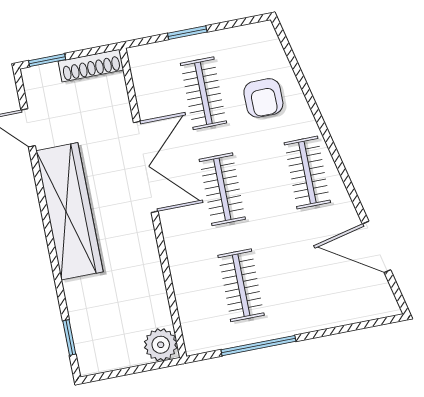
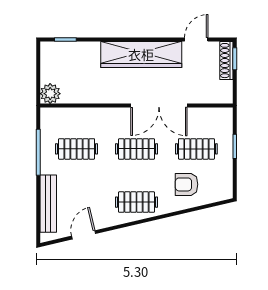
shoe rack: (91, 66) -> (226, 61), moved
door: (376, 247) -> (84, 235), width x0.73
bench: (338, 313) -> (48, 204), added

